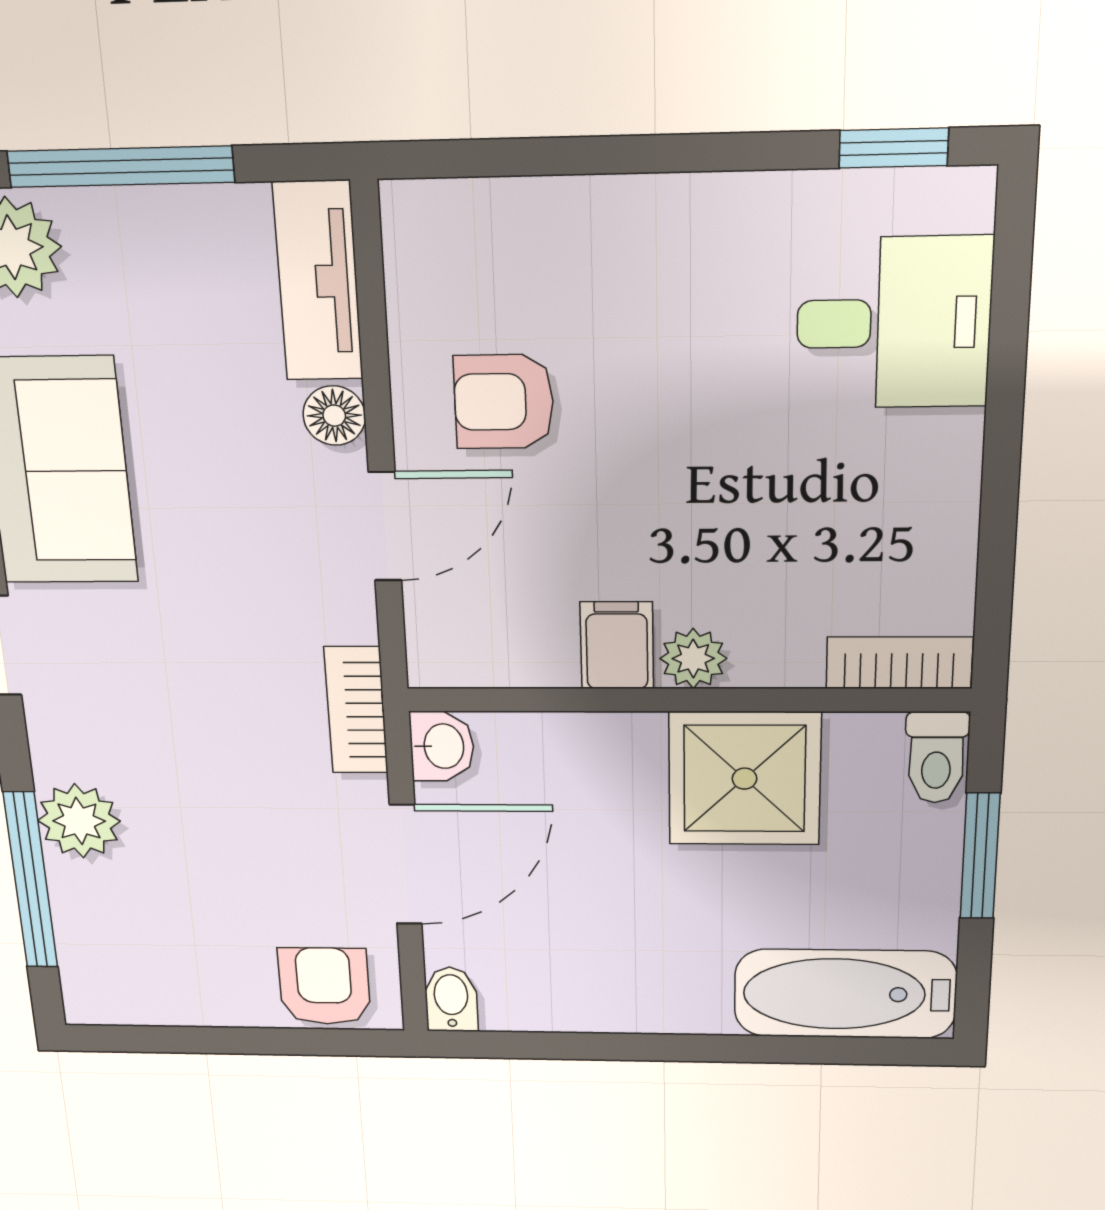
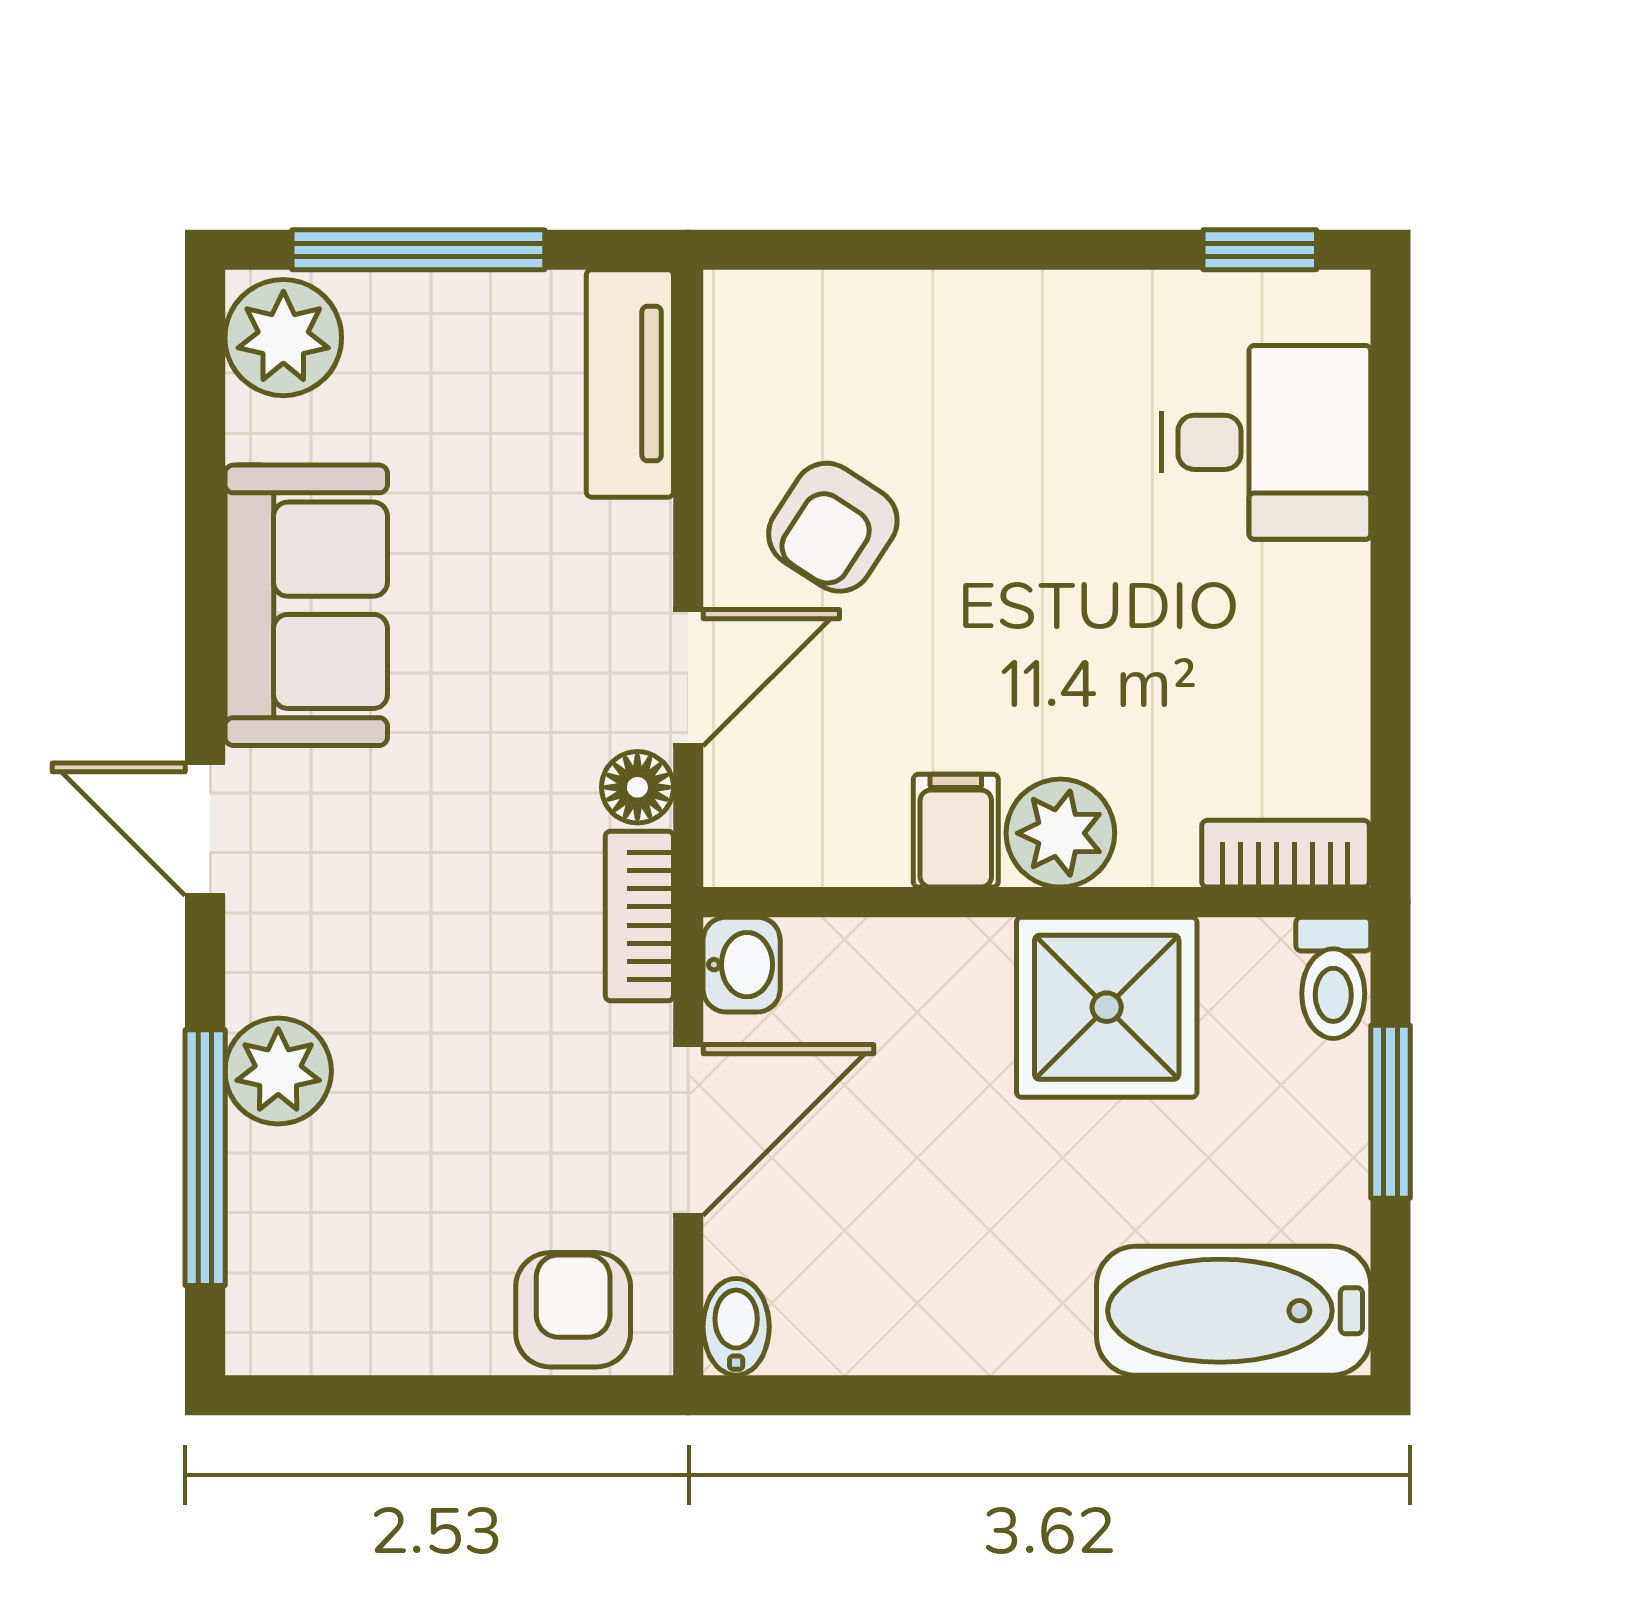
armchair: (504, 402) -> (833, 527), turned -57
floor lamp: (334, 416) -> (637, 787), moved
plant: (693, 659) -> (1060, 833), width x1.38, depth x1.38

